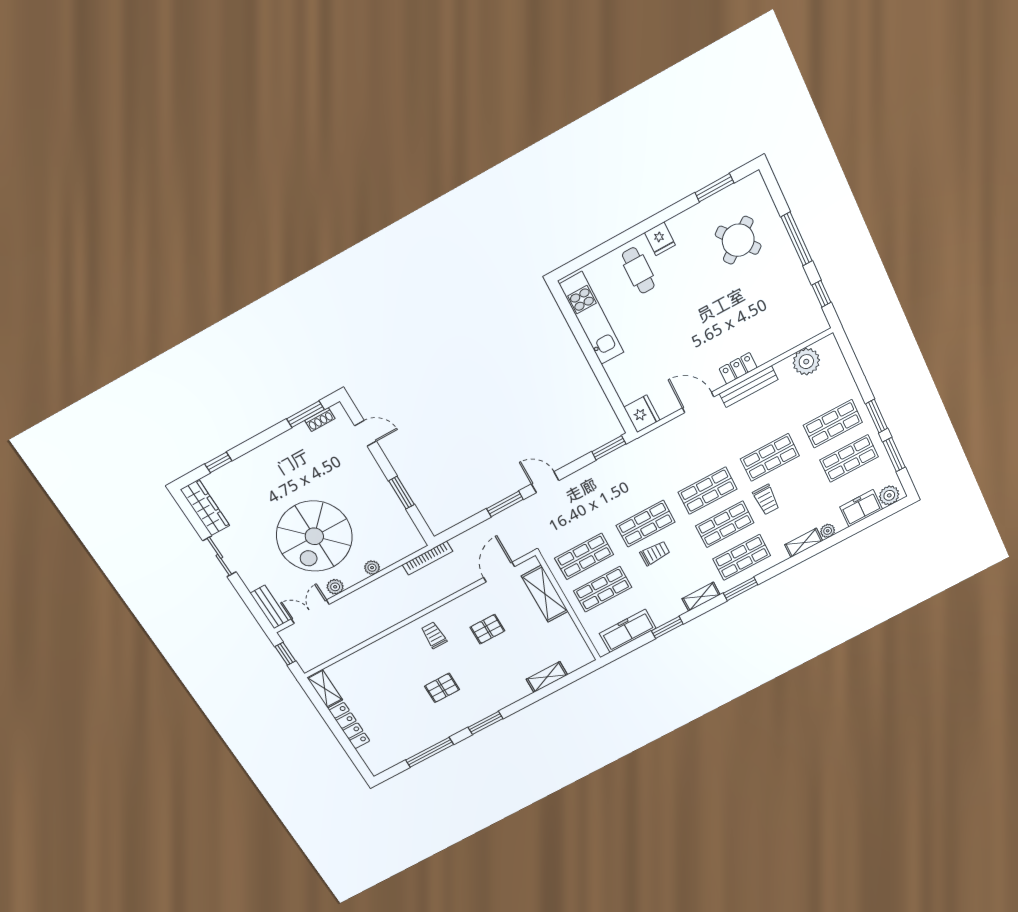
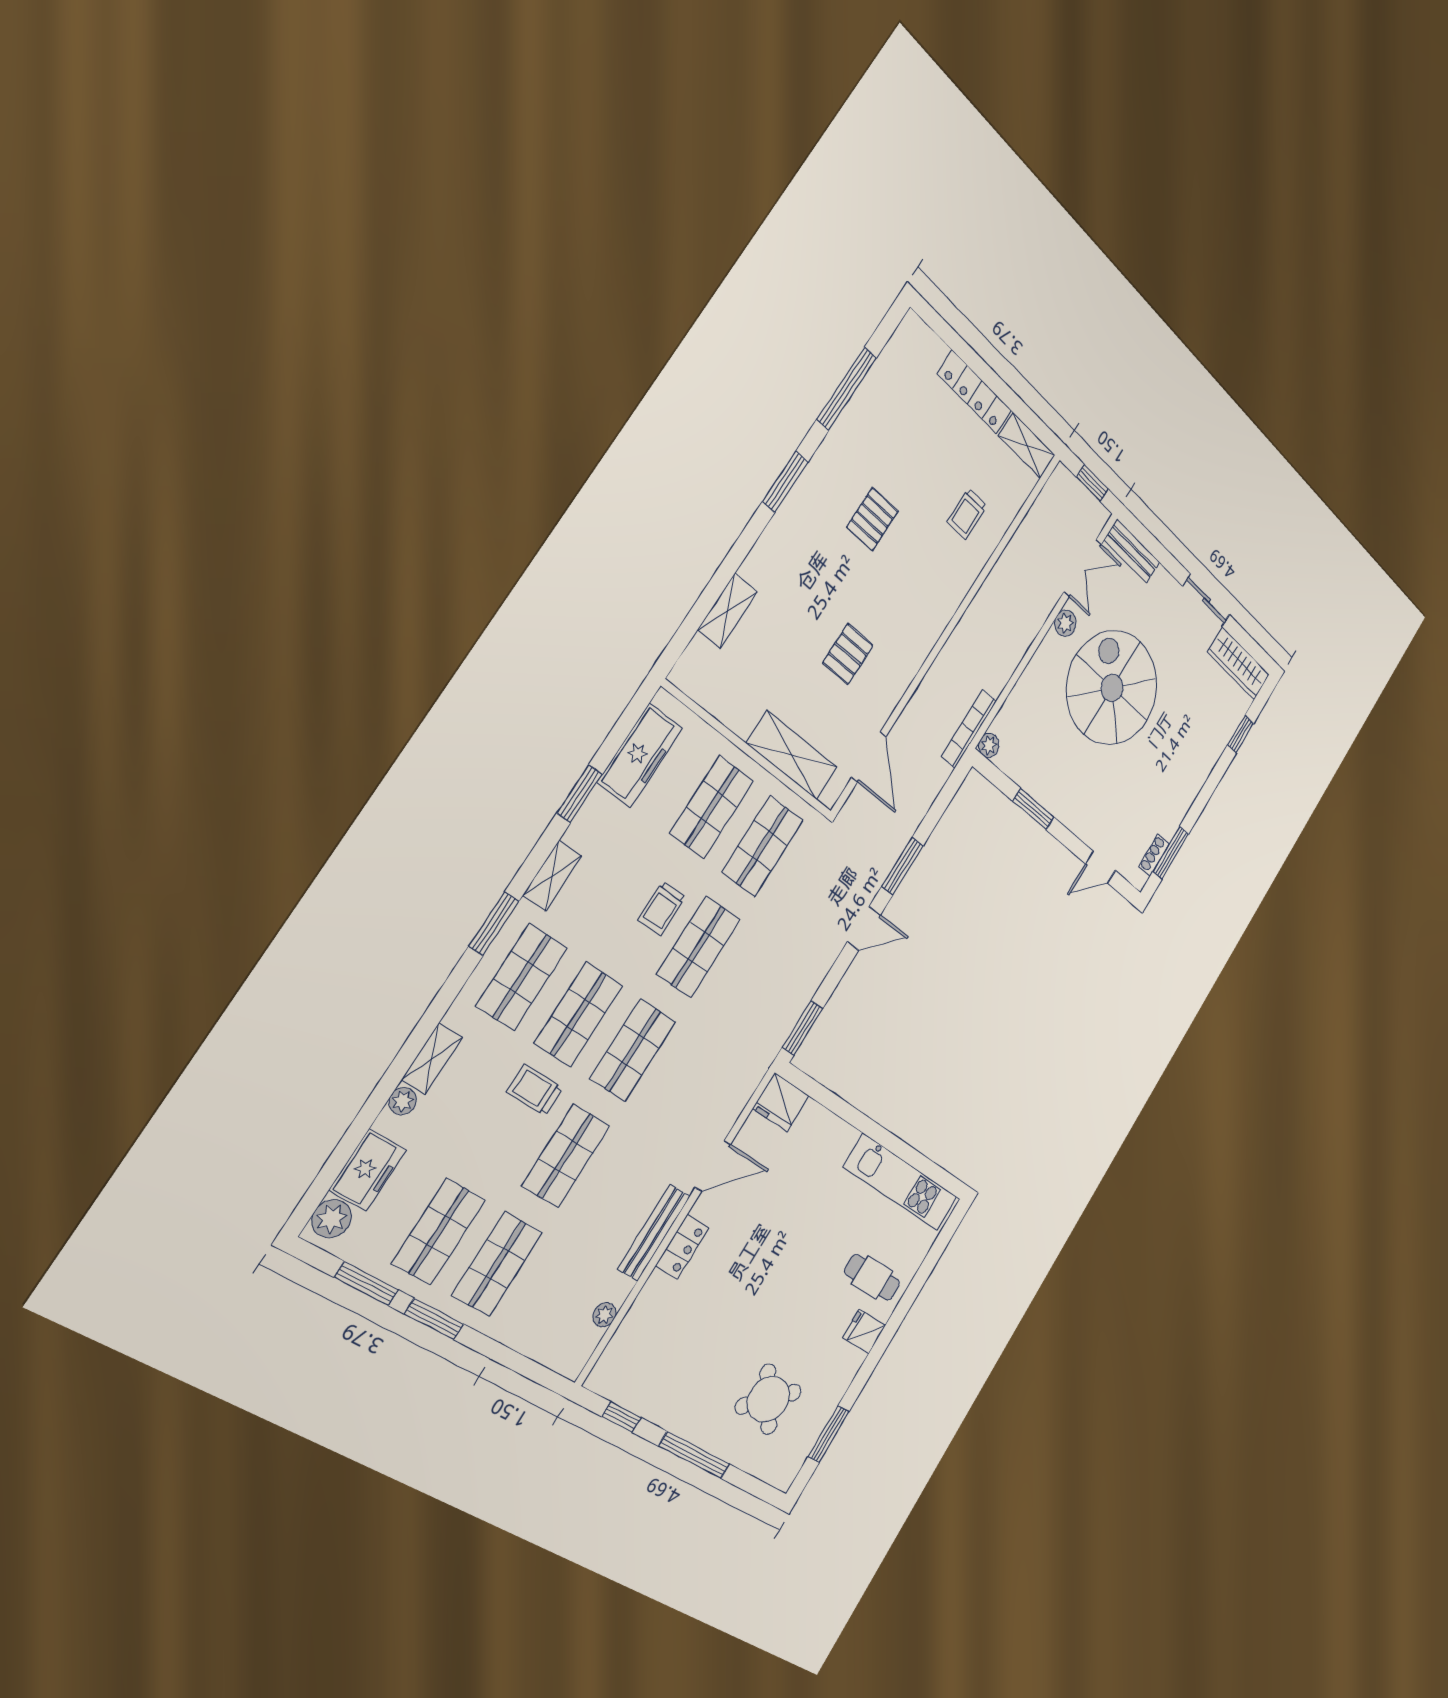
plant: (806, 362) -> (604, 1315), width x0.53, depth x0.53
plant: (372, 568) -> (989, 745), moved
trolley: (434, 635) -> (967, 514), moved, turned 90

